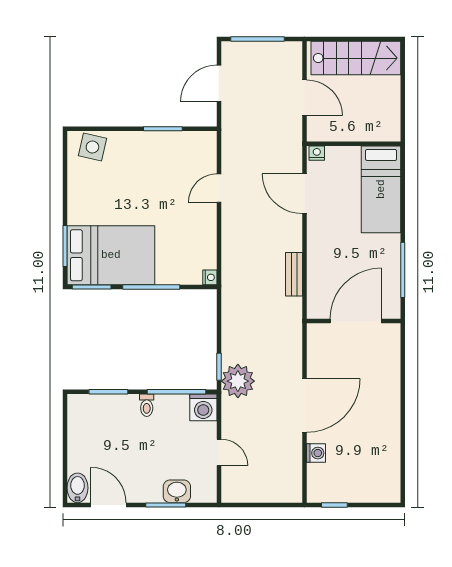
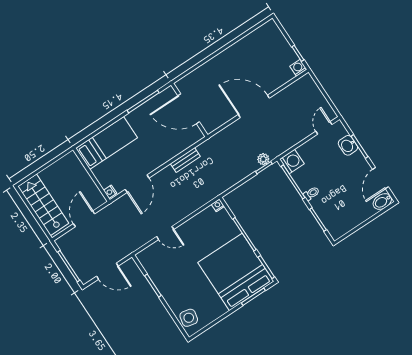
bed: (111, 255) -> (236, 272), width x1.36
plant: (238, 381) -> (263, 159), width x0.53, depth x0.53
door: (219, 452) -> (324, 128), moved
washing machine: (316, 453) -> (298, 68), moved

